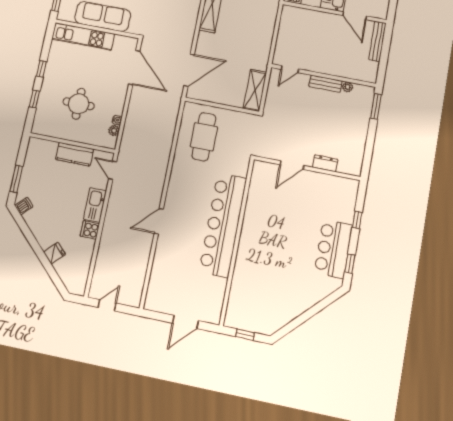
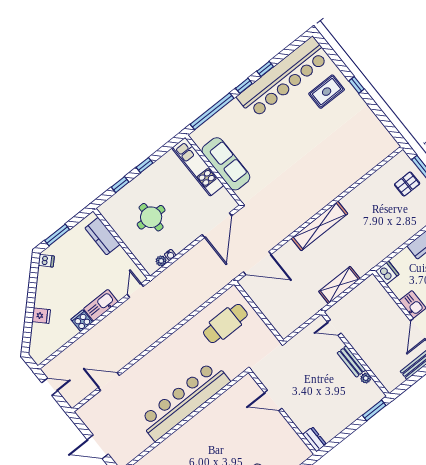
shelving: (255, 90) -> (339, 285), moved
kitchen counter: (75, 154) -> (102, 236), moved
dresser: (325, 163) -> (314, 439), moved
door: (159, 221) -> (109, 382), moved

